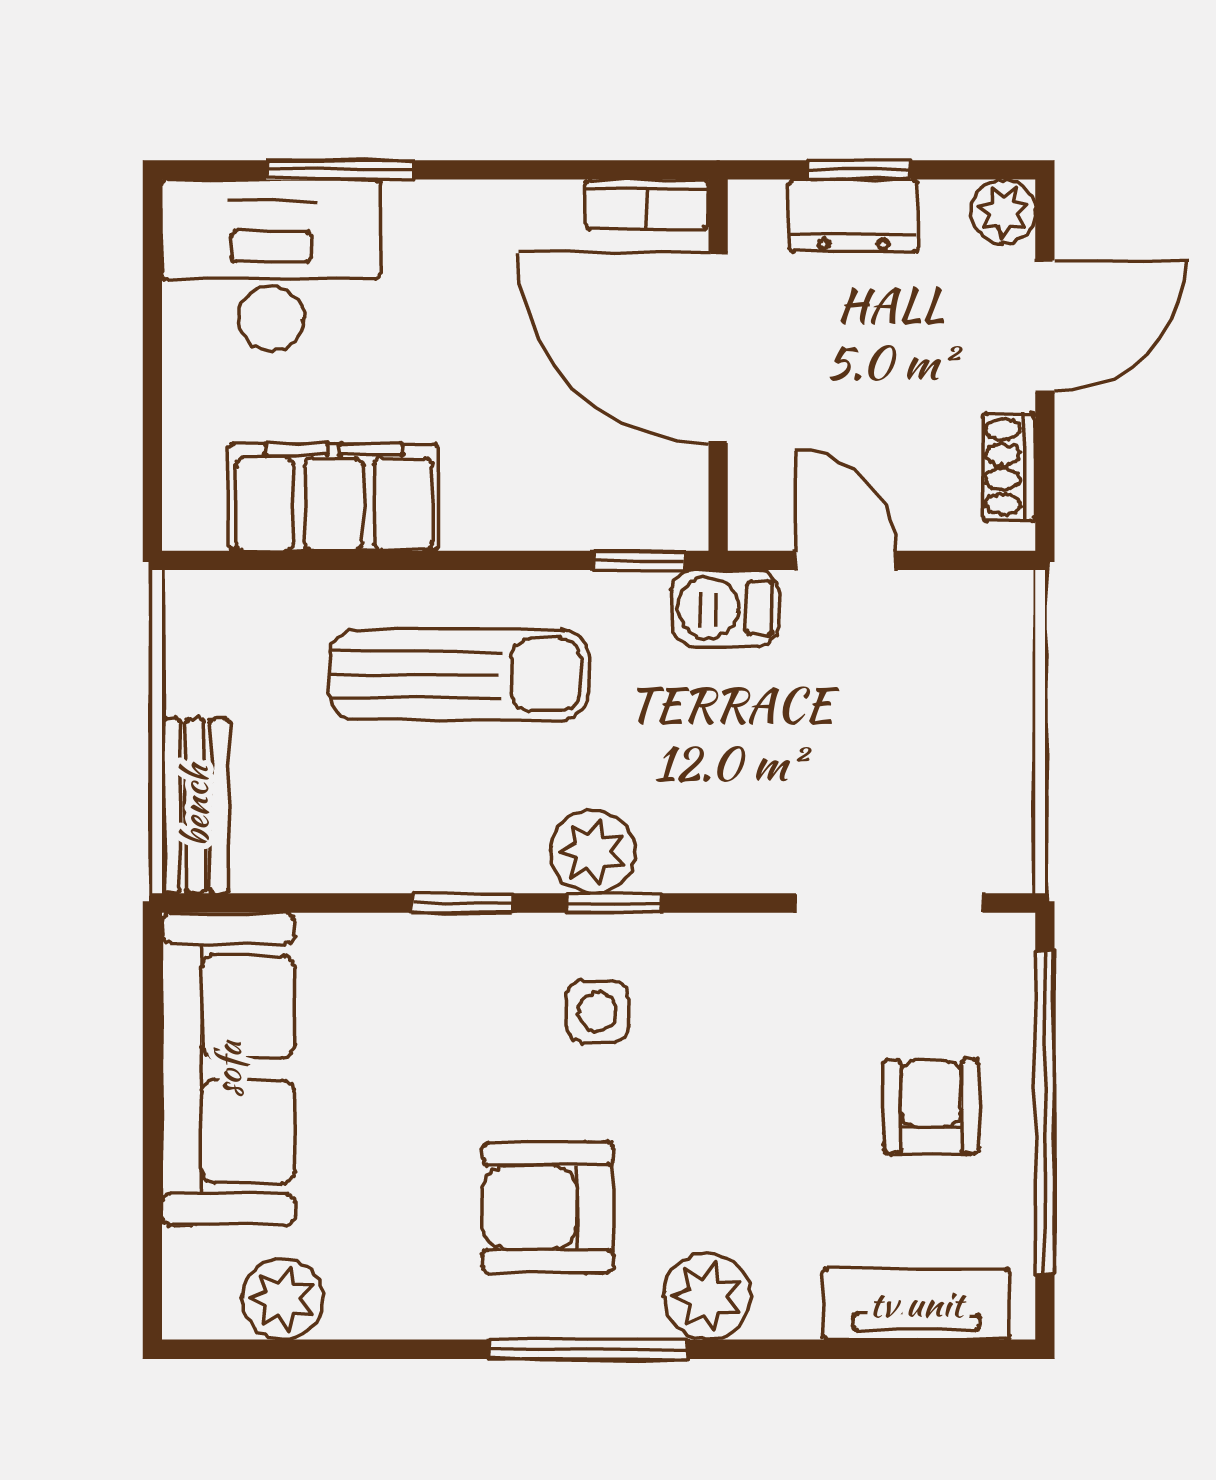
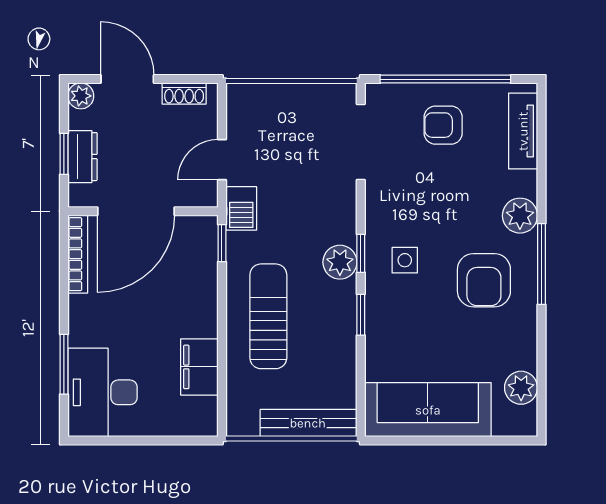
bookcase: (647, 204) -> (78, 254), width x1.56
filing cabinet: (334, 497) -> (199, 367), width x0.67, depth x0.86
bench: (195, 806) -> (308, 423), width x1.36

